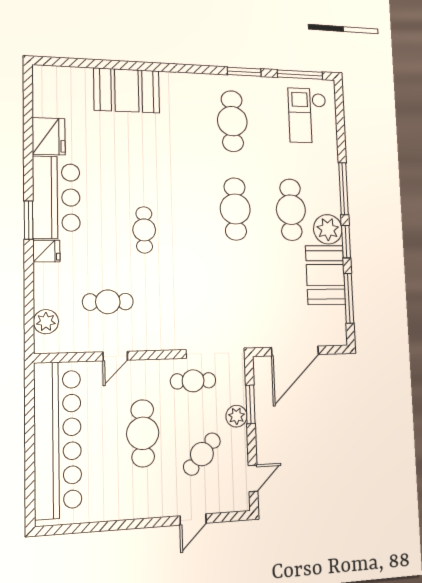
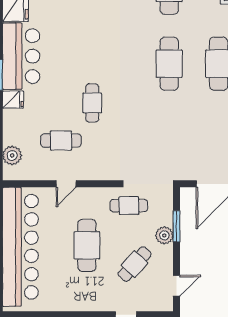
cafe table: (144, 230) -> (92, 103), moved

